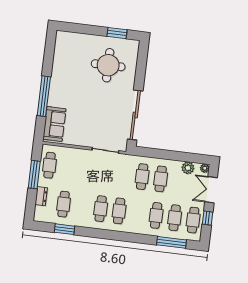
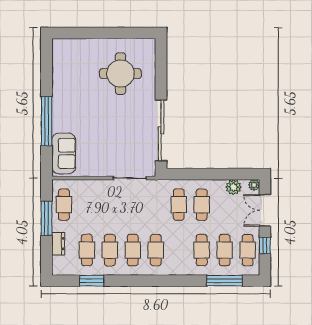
window: (117, 33) -> (127, 33), removed
cafe table: (82, 206) -> (110, 250), added

